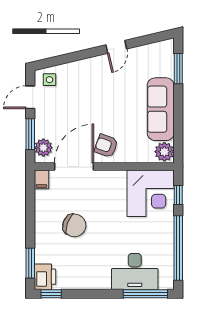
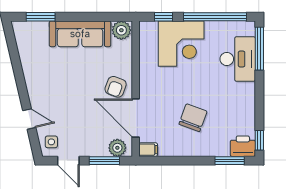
door: (116, 47) -> (29, 119), moved
corner desk: (151, 193) -> (181, 44), moved, turned 90

